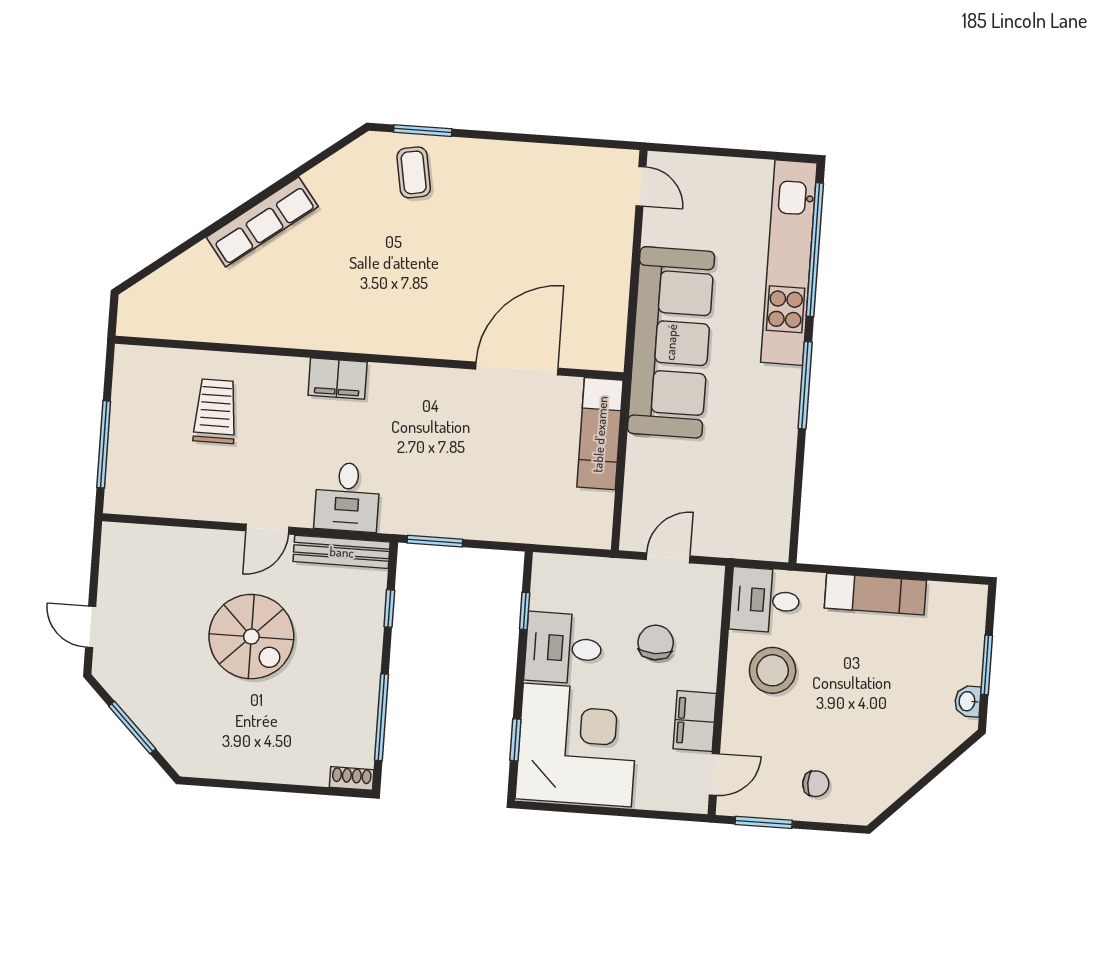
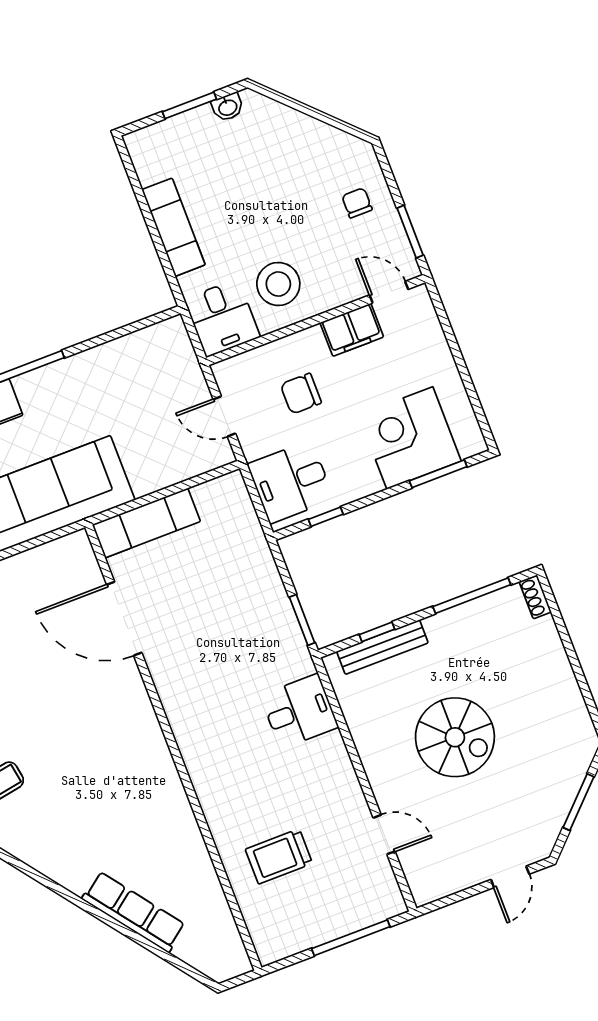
row of seats: (262, 222) -> (134, 912), moved
filing cabinet: (338, 379) -> (203, 766), removed
door: (267, 529) -> (384, 835), moved
bench: (342, 552) -> (382, 647), moved, turned 90
spiral stairs: (251, 637) -> (455, 737), turned 90
desk: (563, 648) -> (291, 482), moved, turned 90
window: (515, 740) -> (438, 474), width x1.50
corner desk: (577, 745) -> (410, 438), width x0.74, depth x0.74

